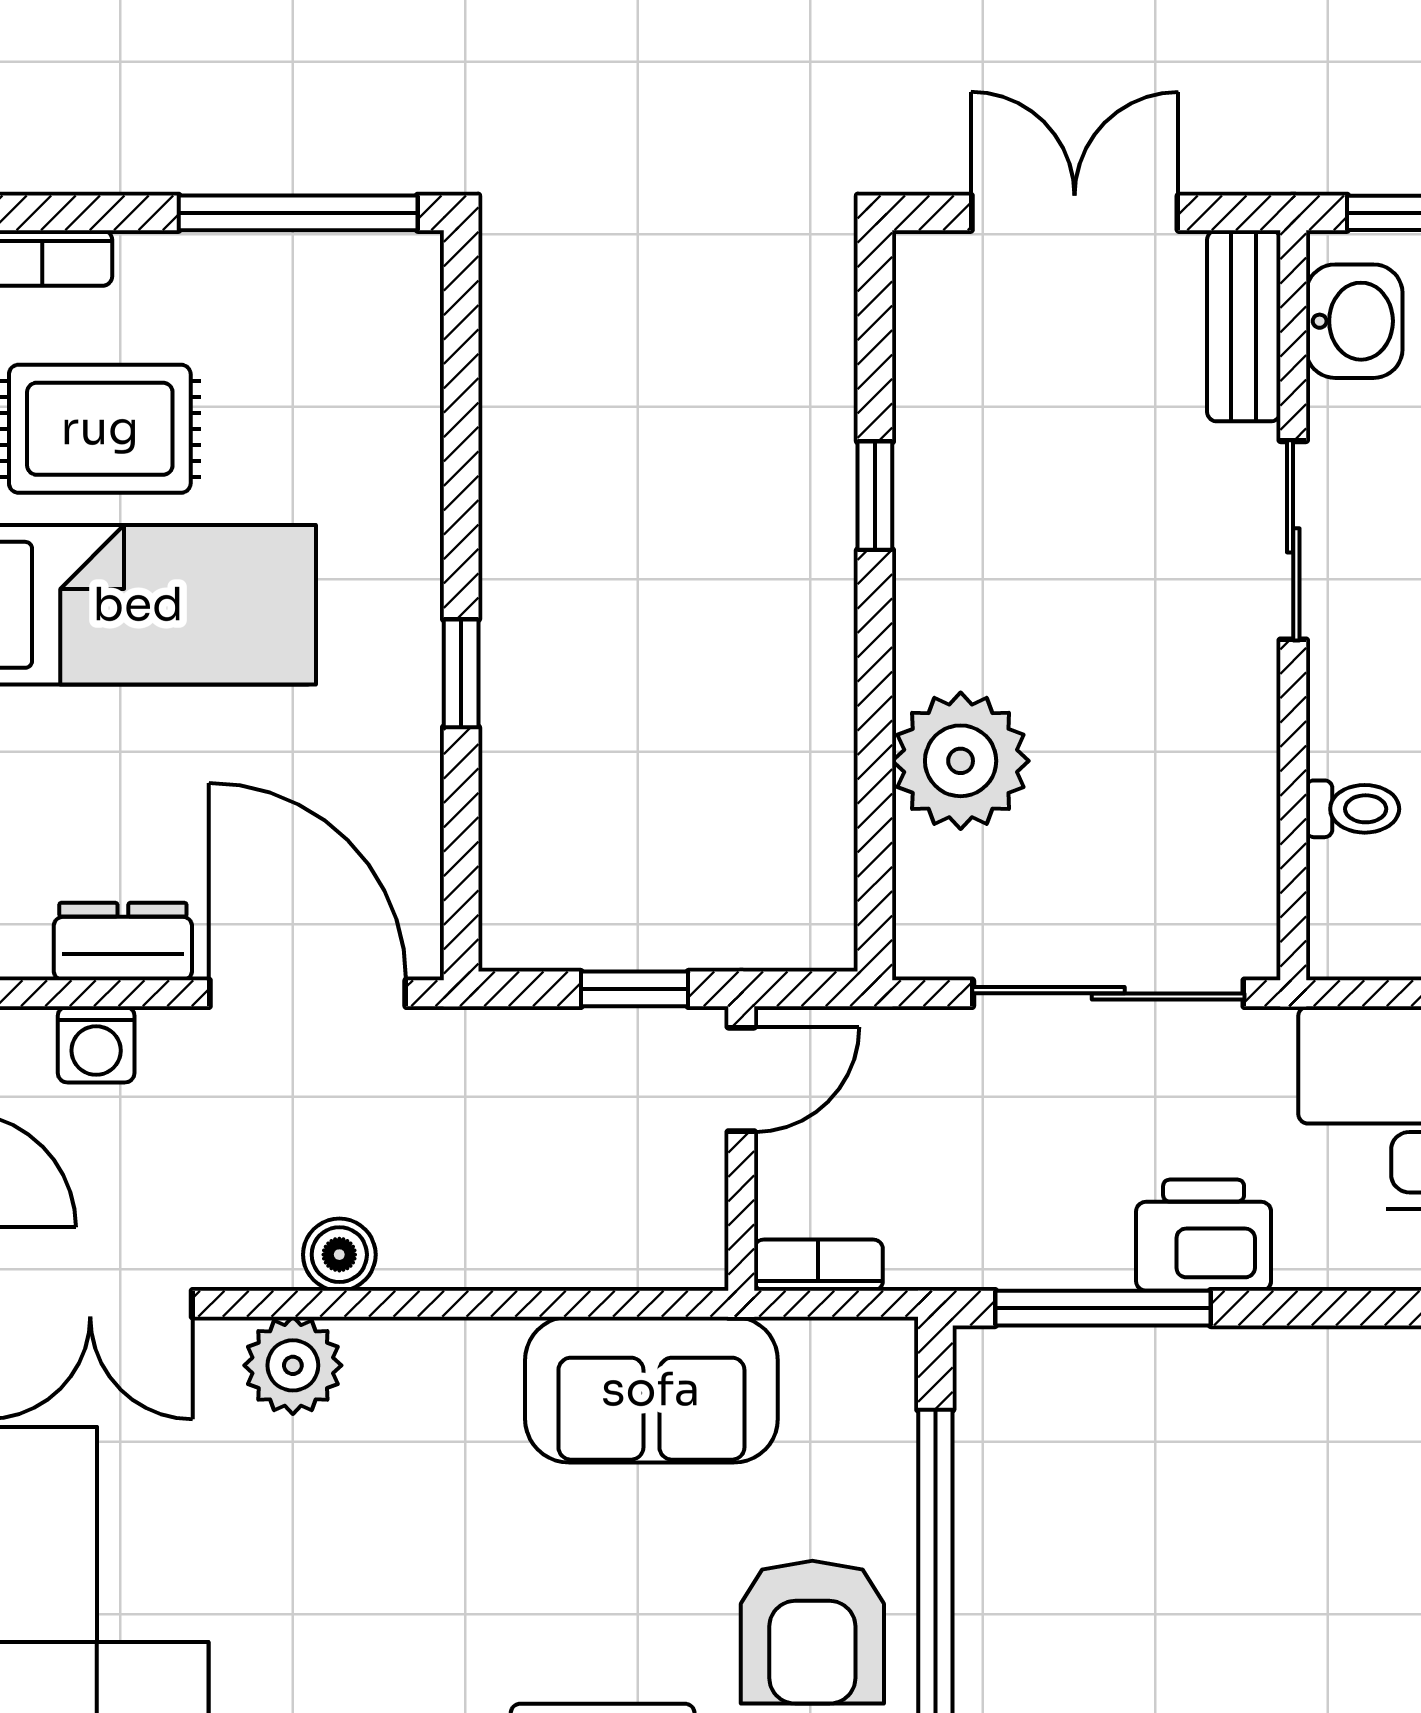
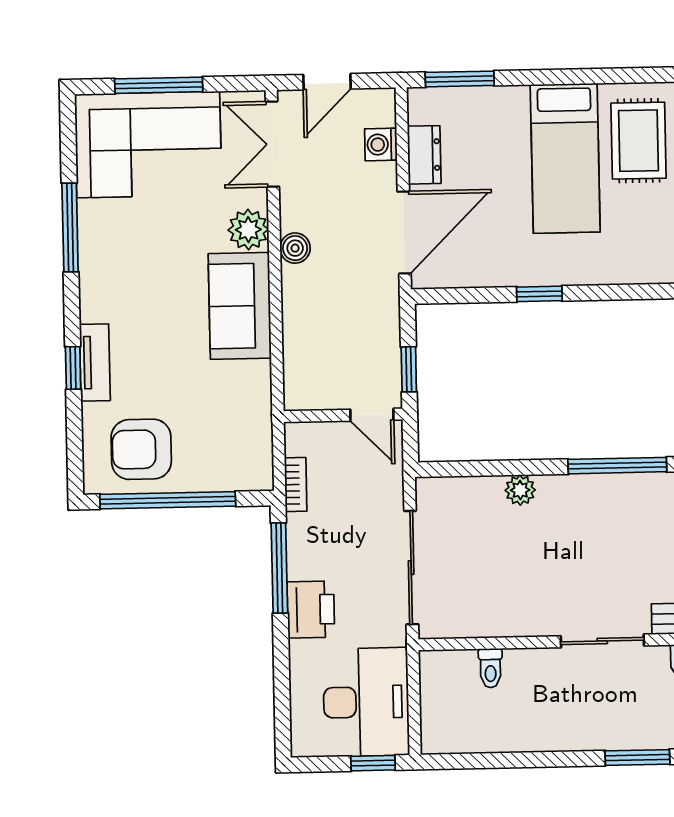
window: (875, 496) -> (617, 466), width x2.17
plant: (961, 761) -> (520, 490), width x0.53, depth x0.53
bookcase: (818, 1265) -> (296, 485), moved
sofa: (651, 1390) -> (240, 306), moved

